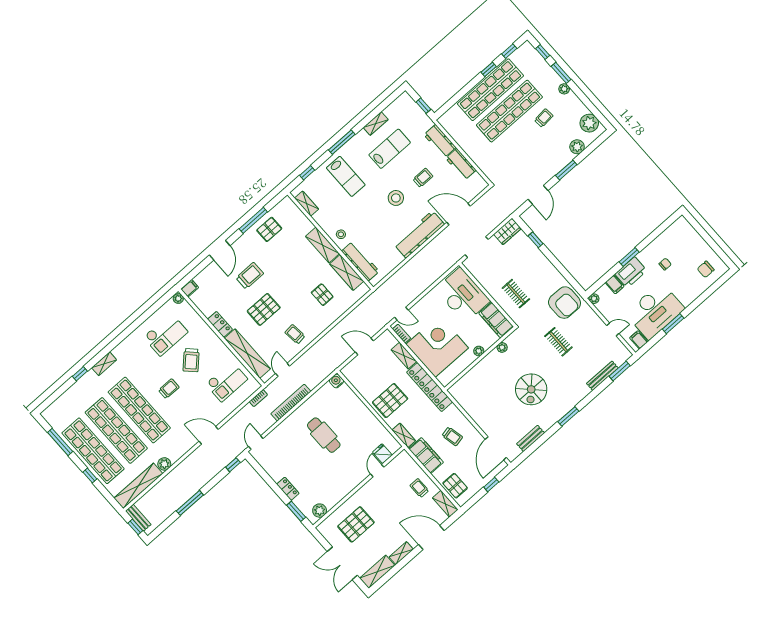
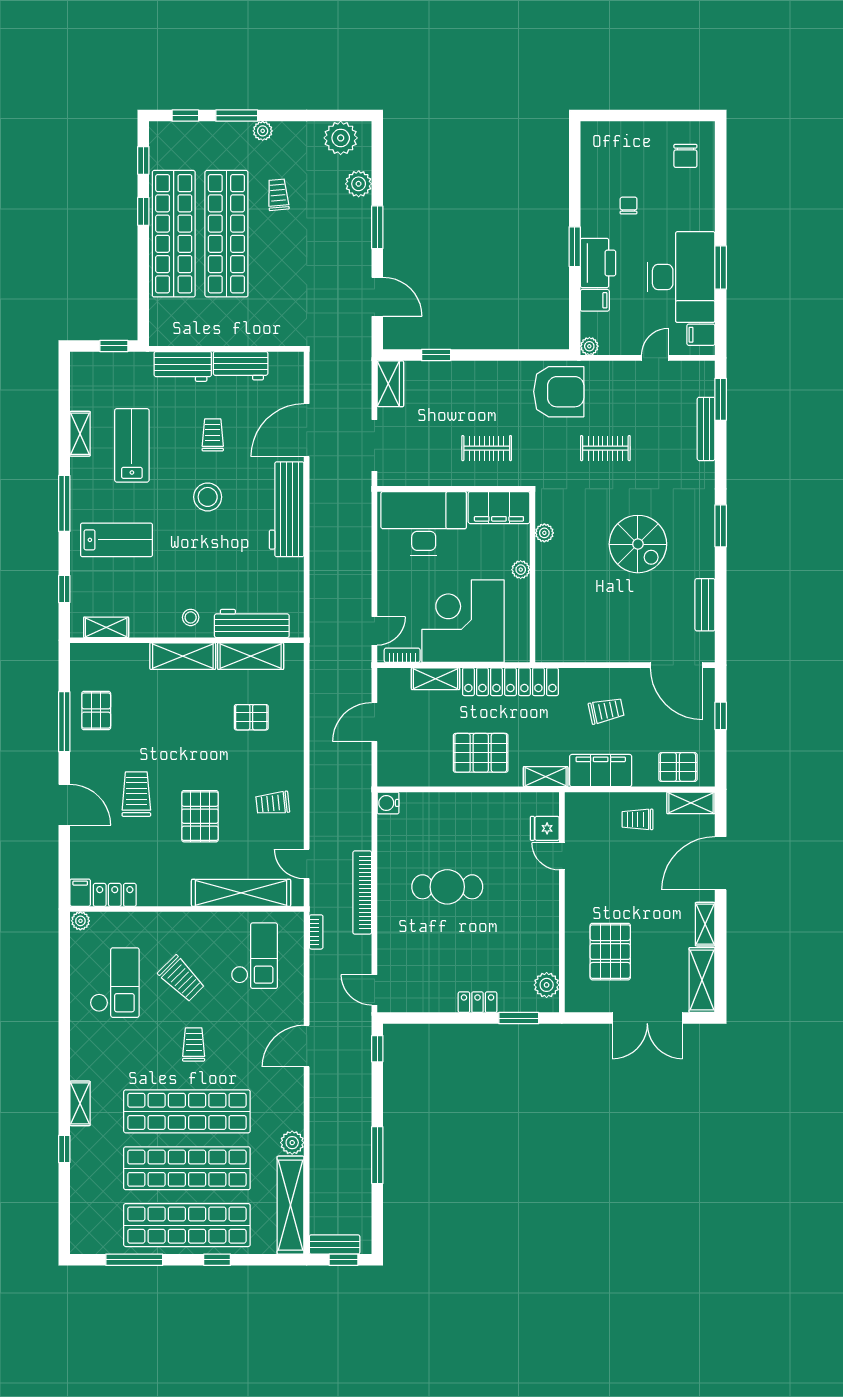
locker: (220, 324) -> (115, 895), moved
pallet: (390, 401) -> (481, 753), turned 90

